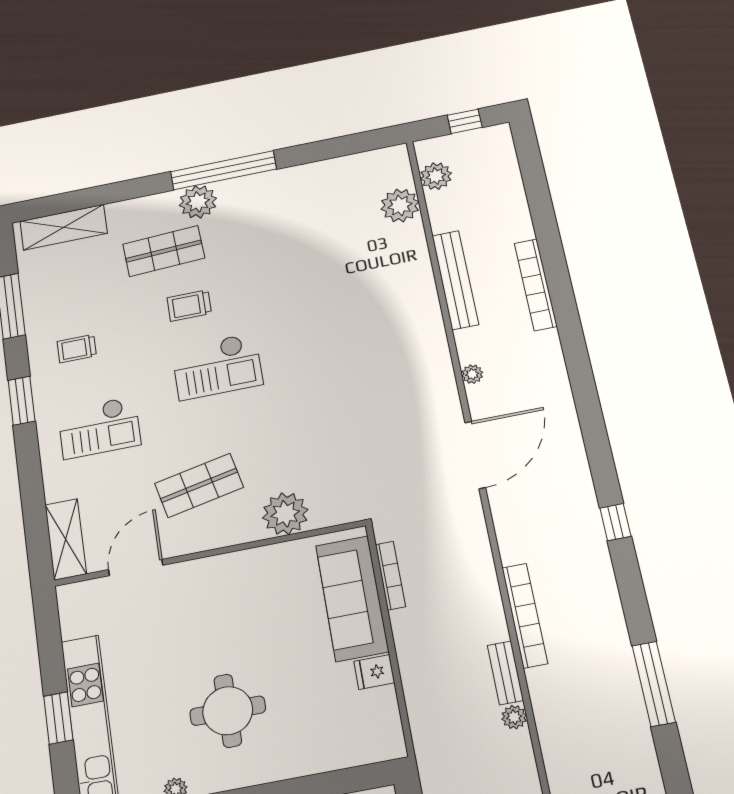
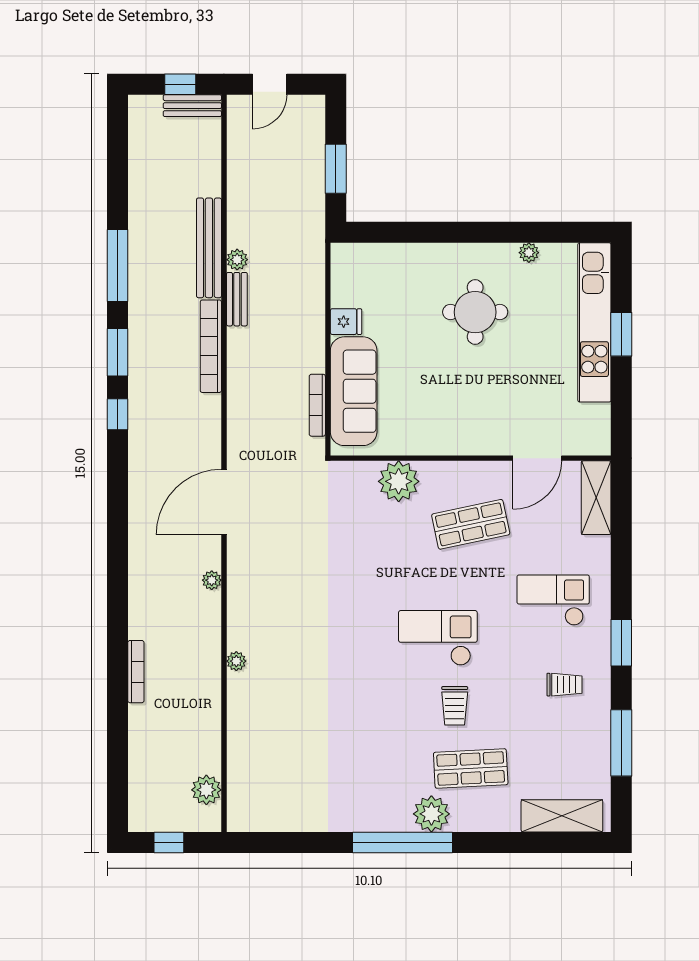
plant: (400, 206) -> (236, 661), moved, width x0.53, depth x0.53
bench: (455, 280) -> (209, 248), moved
bookcase: (536, 285) -> (136, 672), width x0.68, depth x0.76
trolley: (189, 306) -> (455, 706), turned 90
window: (631, 588) -> (117, 352), added

